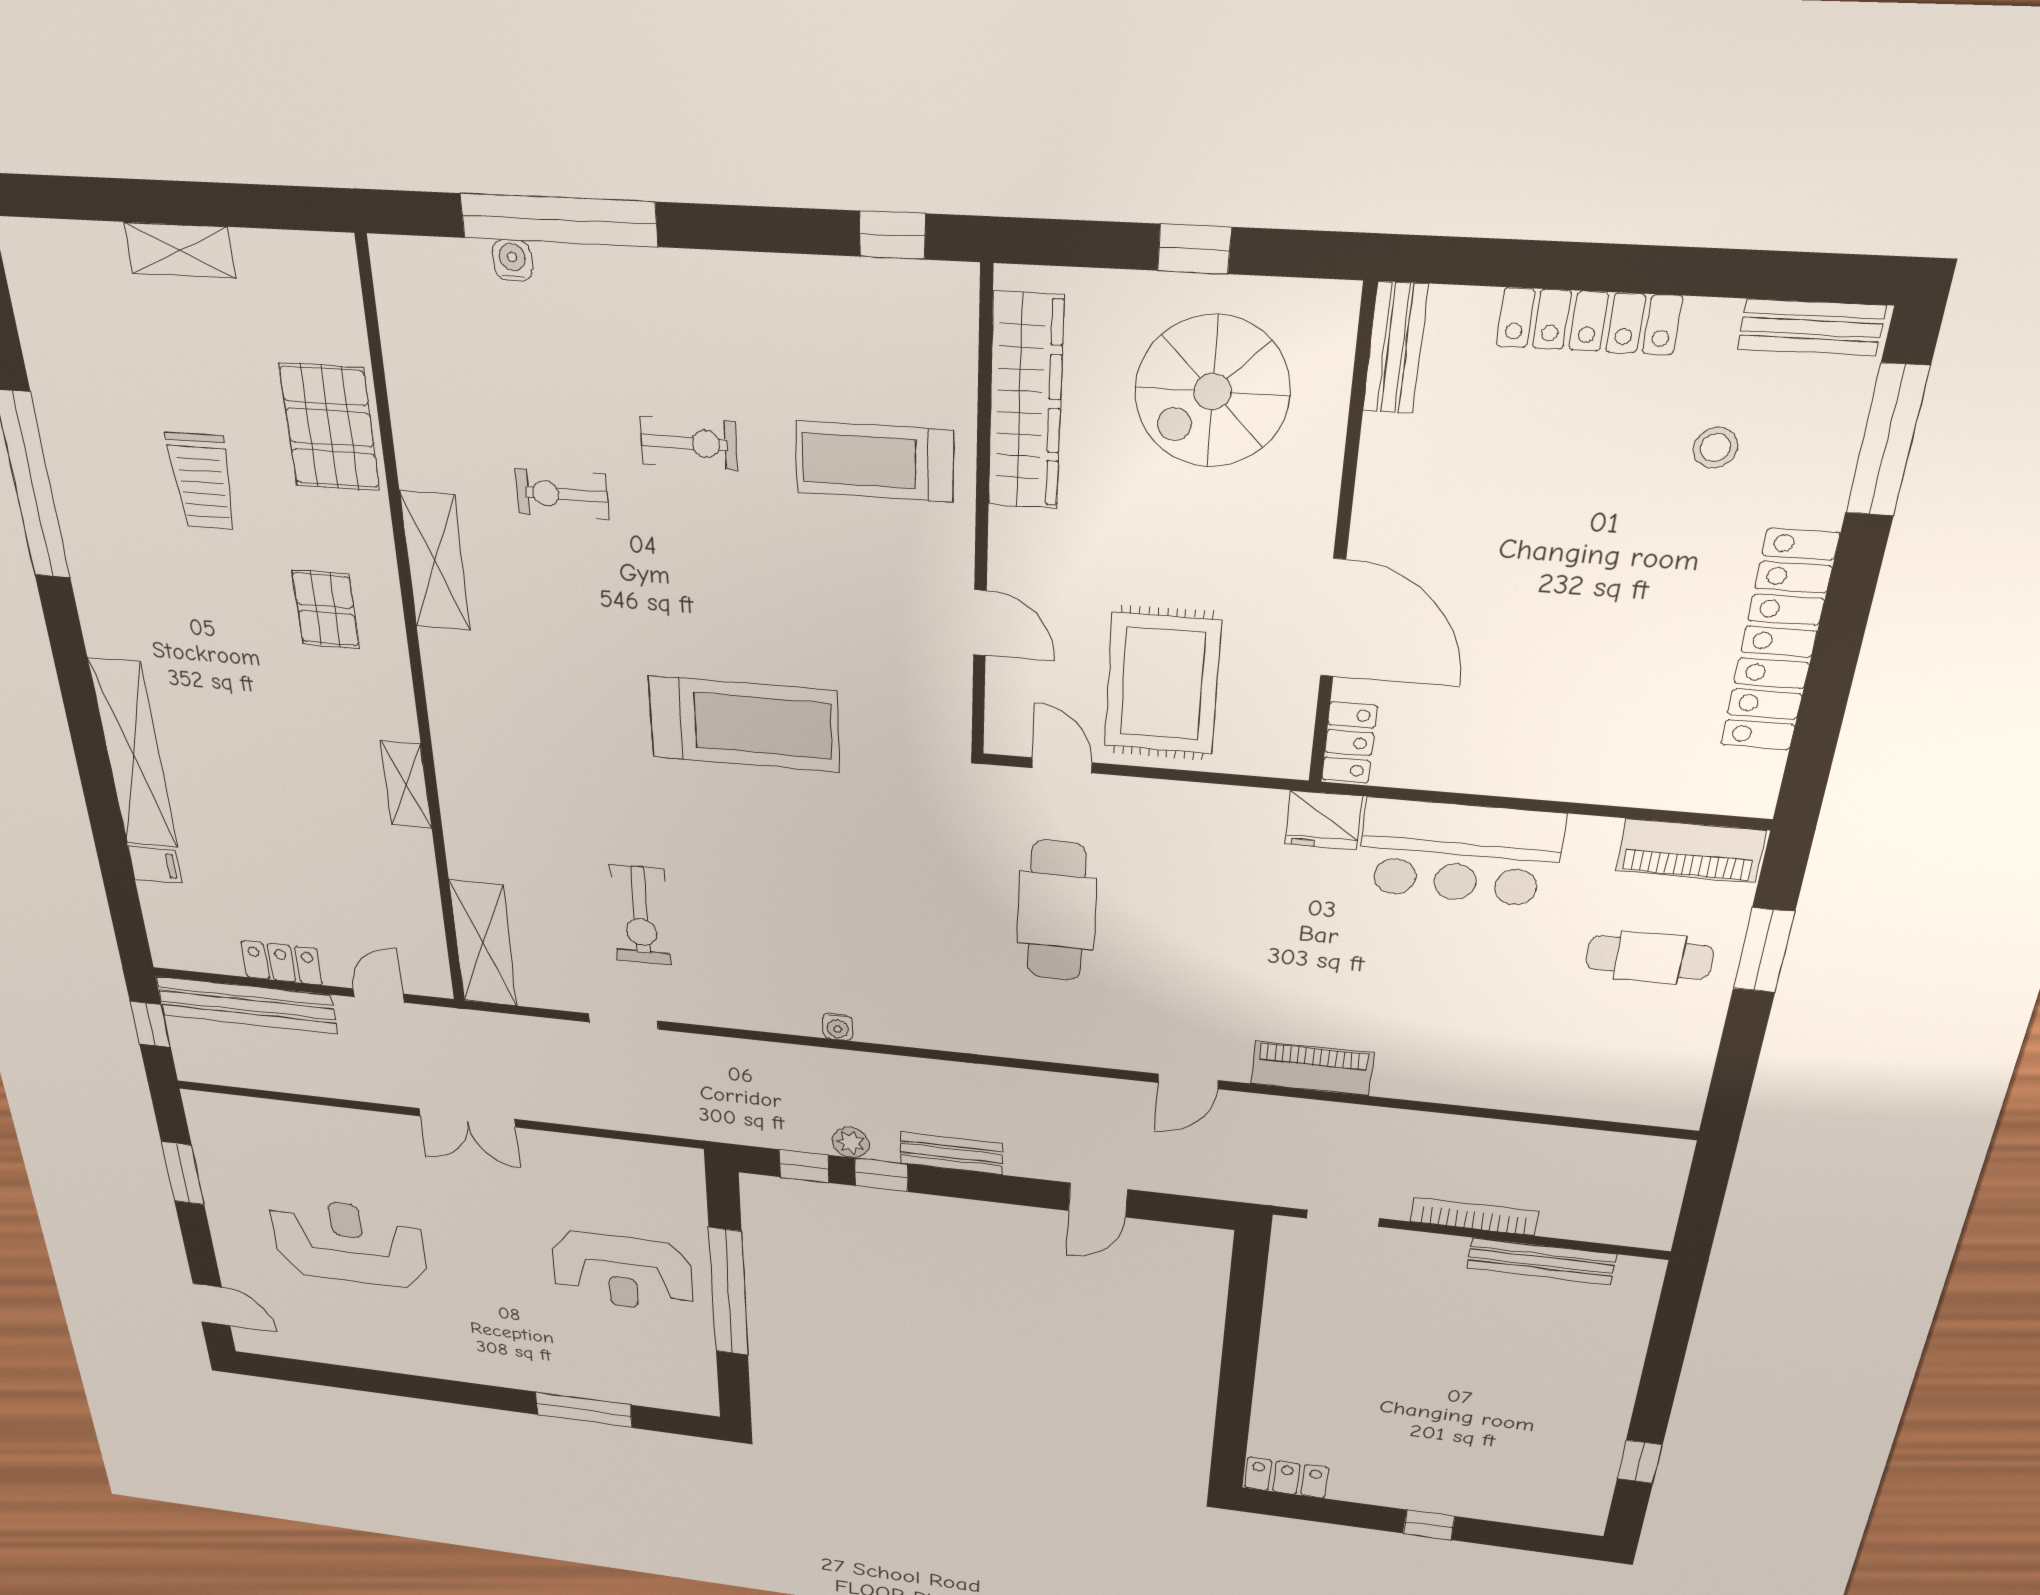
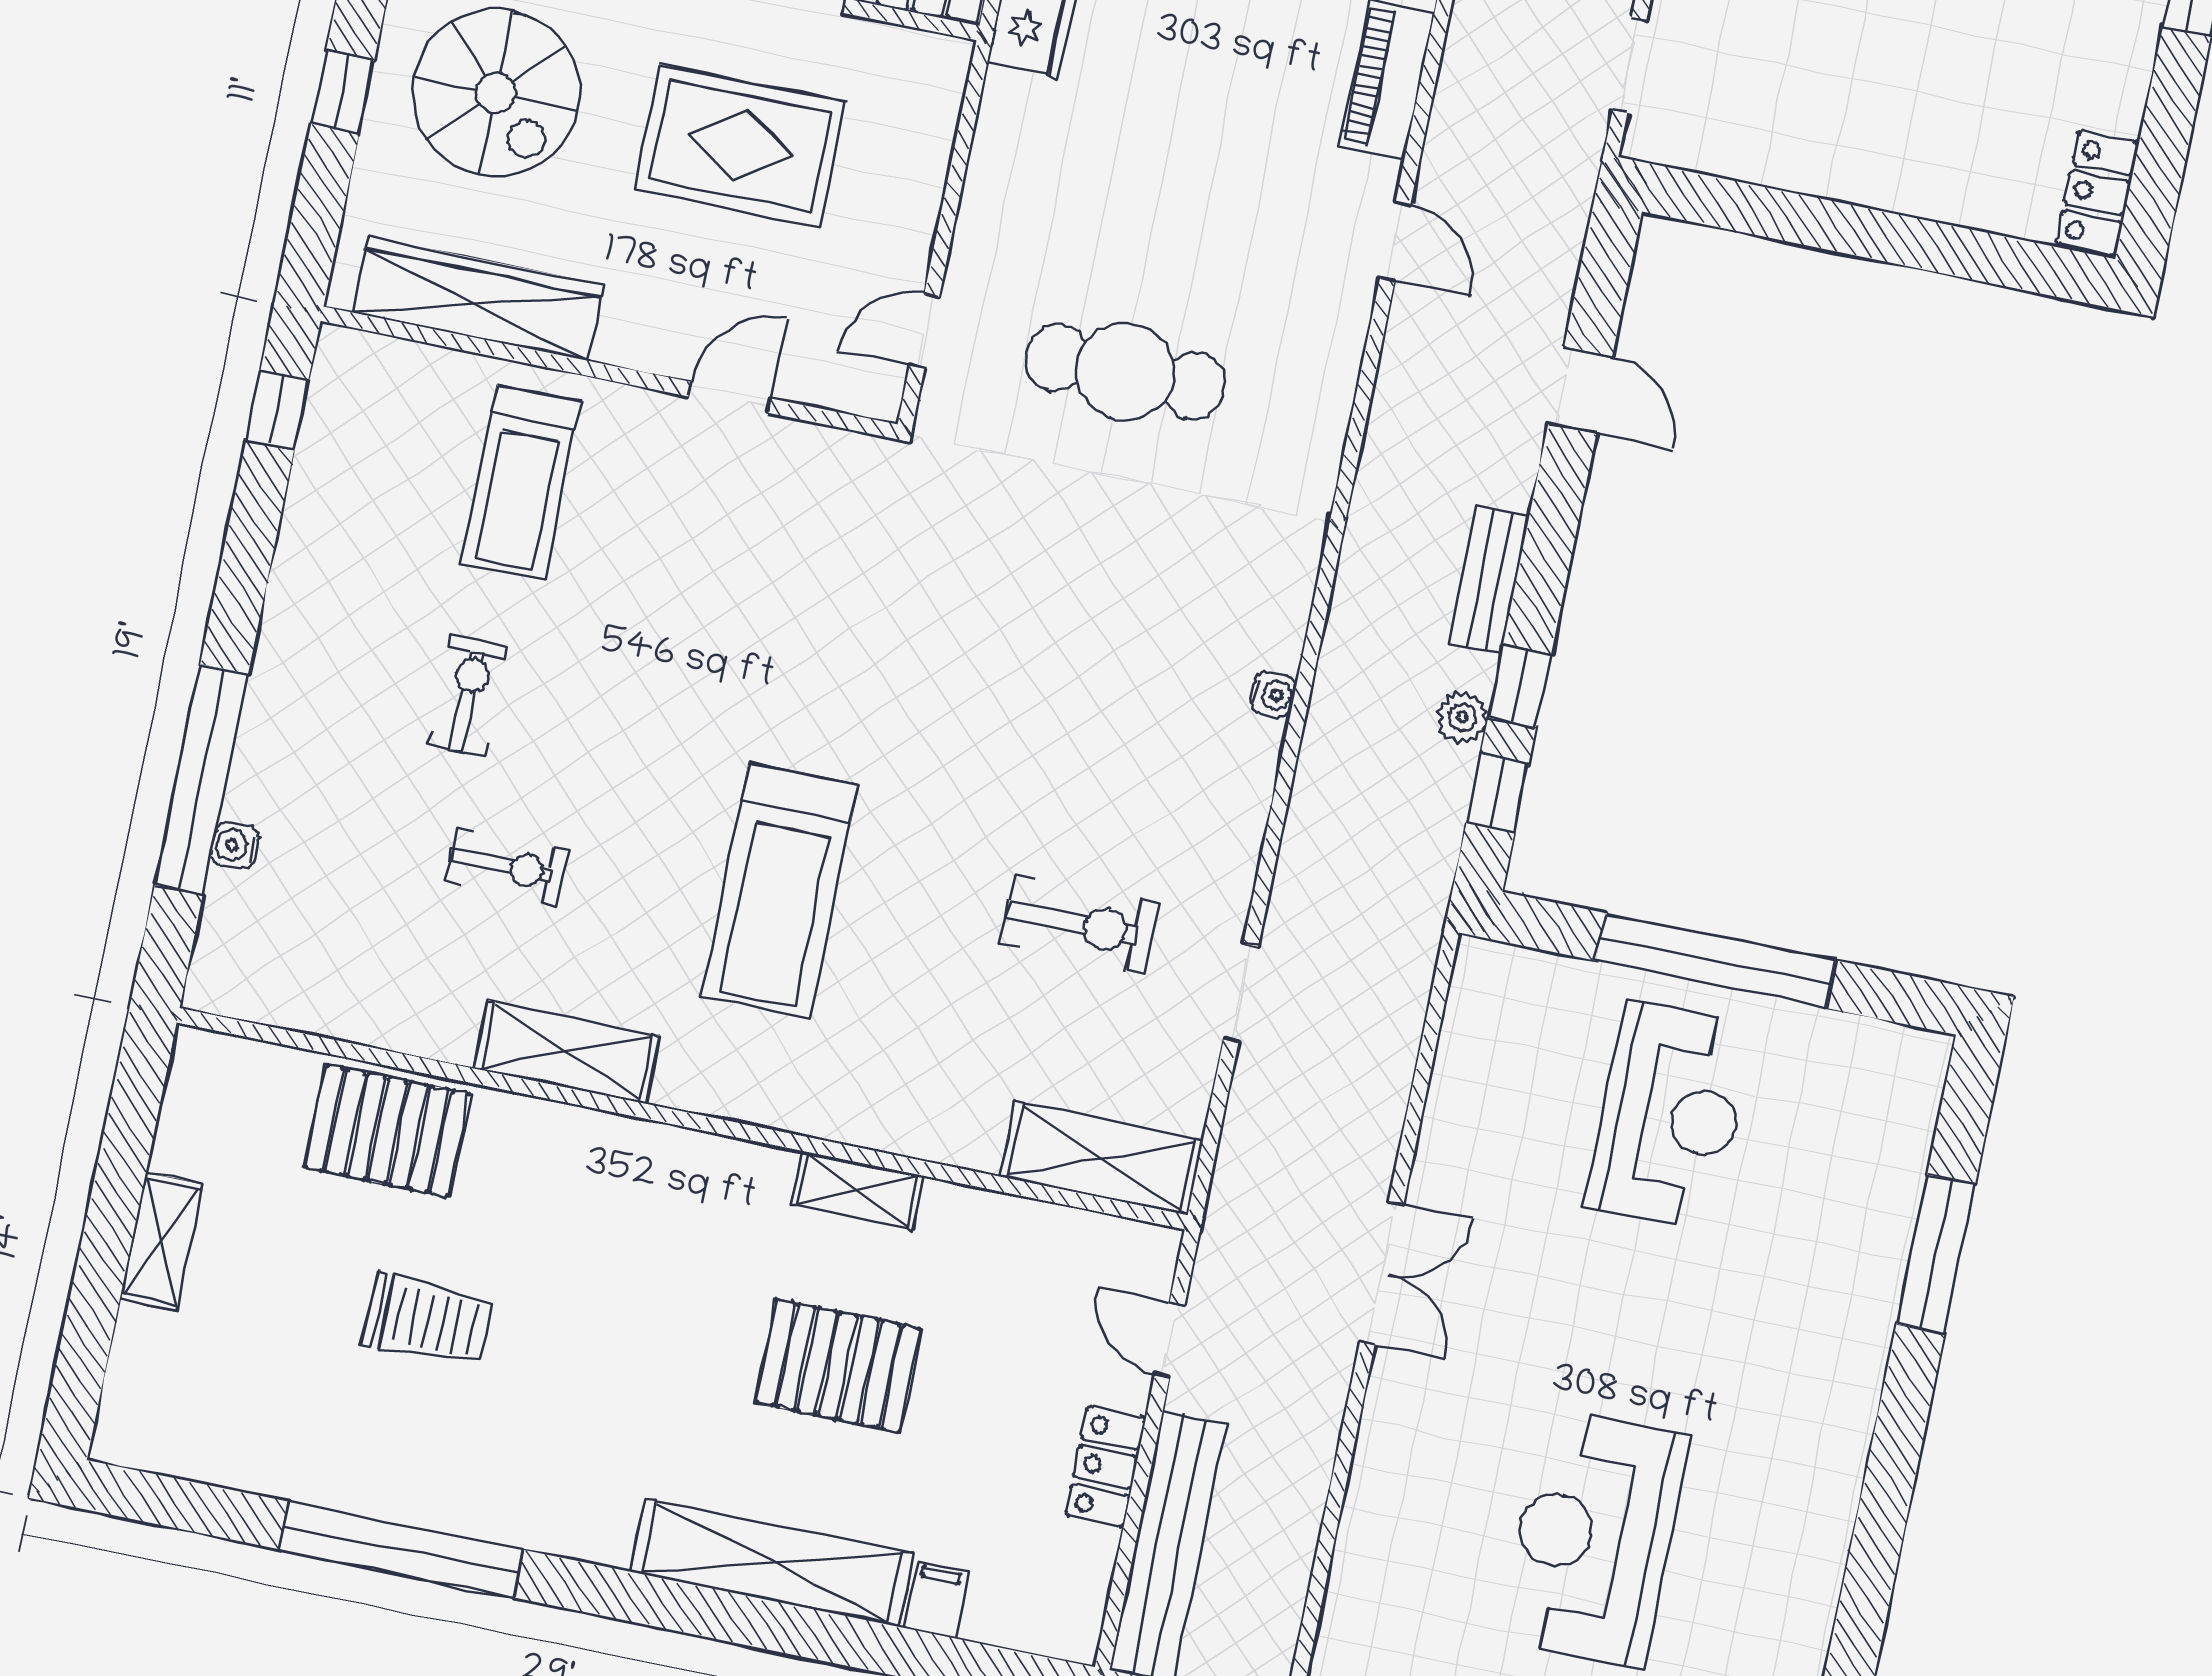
exercise bike: (562, 494) -> (507, 866), turned -90
pallet: (326, 609) -> (838, 1365), moved, width x1.50, depth x1.42
rug: (1162, 684) -> (741, 146), moved
treadmill: (744, 724) -> (780, 891), moved, turned 180

